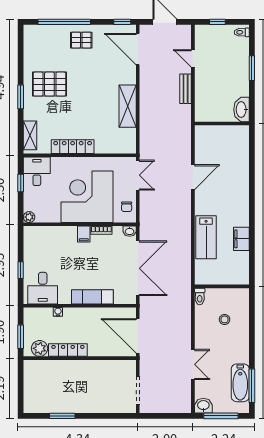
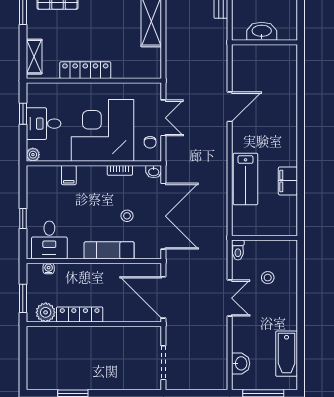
washbasin: (242, 110) -> (262, 31), moved, turned 90
desk: (37, 171) -> (44, 124), moved, turned -90
double door: (138, 175) -> (163, 118), moved
filing cabinet: (84, 234) -> (69, 175), moved
stool: (107, 268) -> (127, 216), added
water cooler: (58, 312) -> (49, 269), moved
double door: (193, 364) -> (230, 298), moved
window: (252, 386) -> (301, 357), removed
washbasin: (203, 406) -> (241, 363), moved, turned 90

